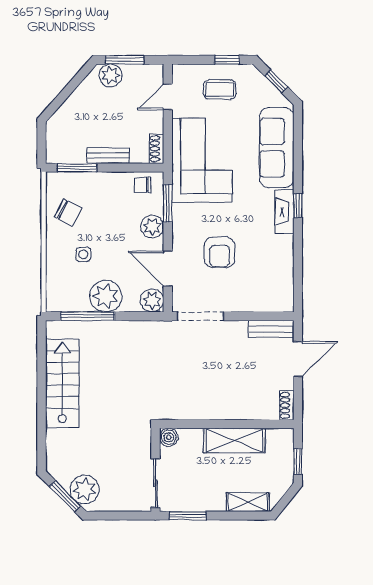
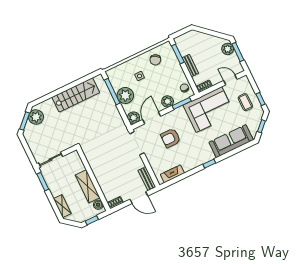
fireplace: (284, 212) -> (172, 174), moved
boiler: (169, 437) -> (98, 205), moved
plant: (85, 489) -> (36, 117), moved

